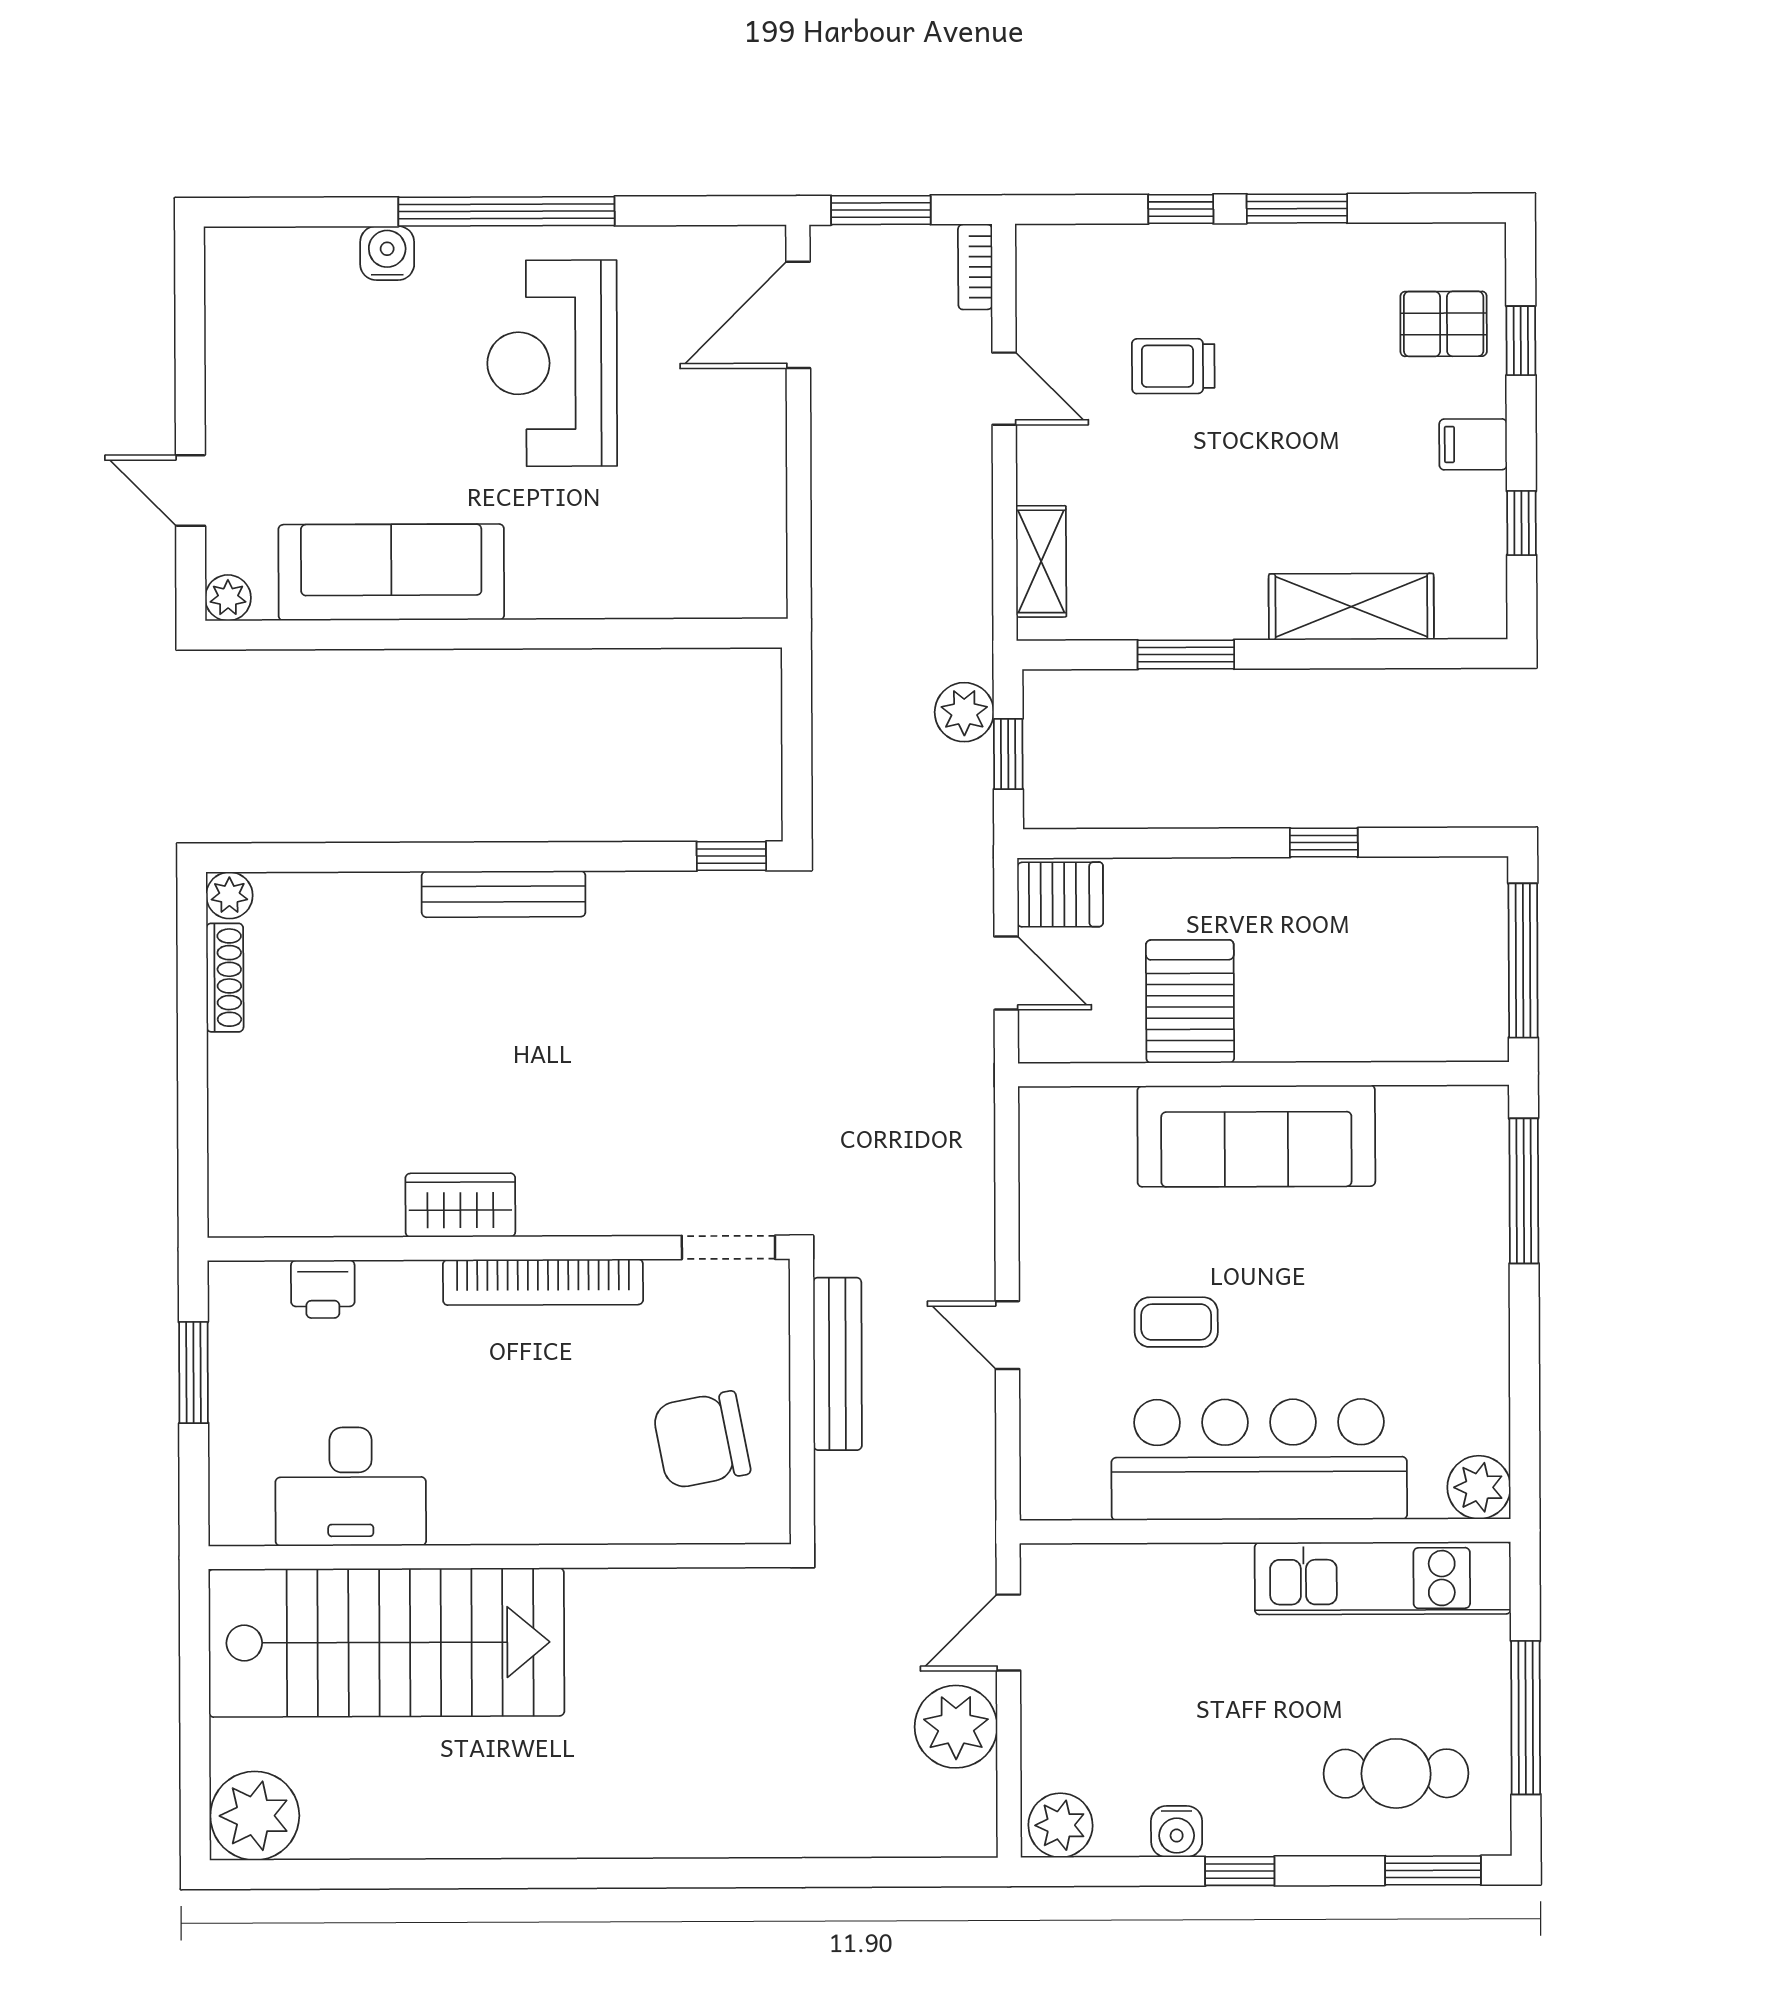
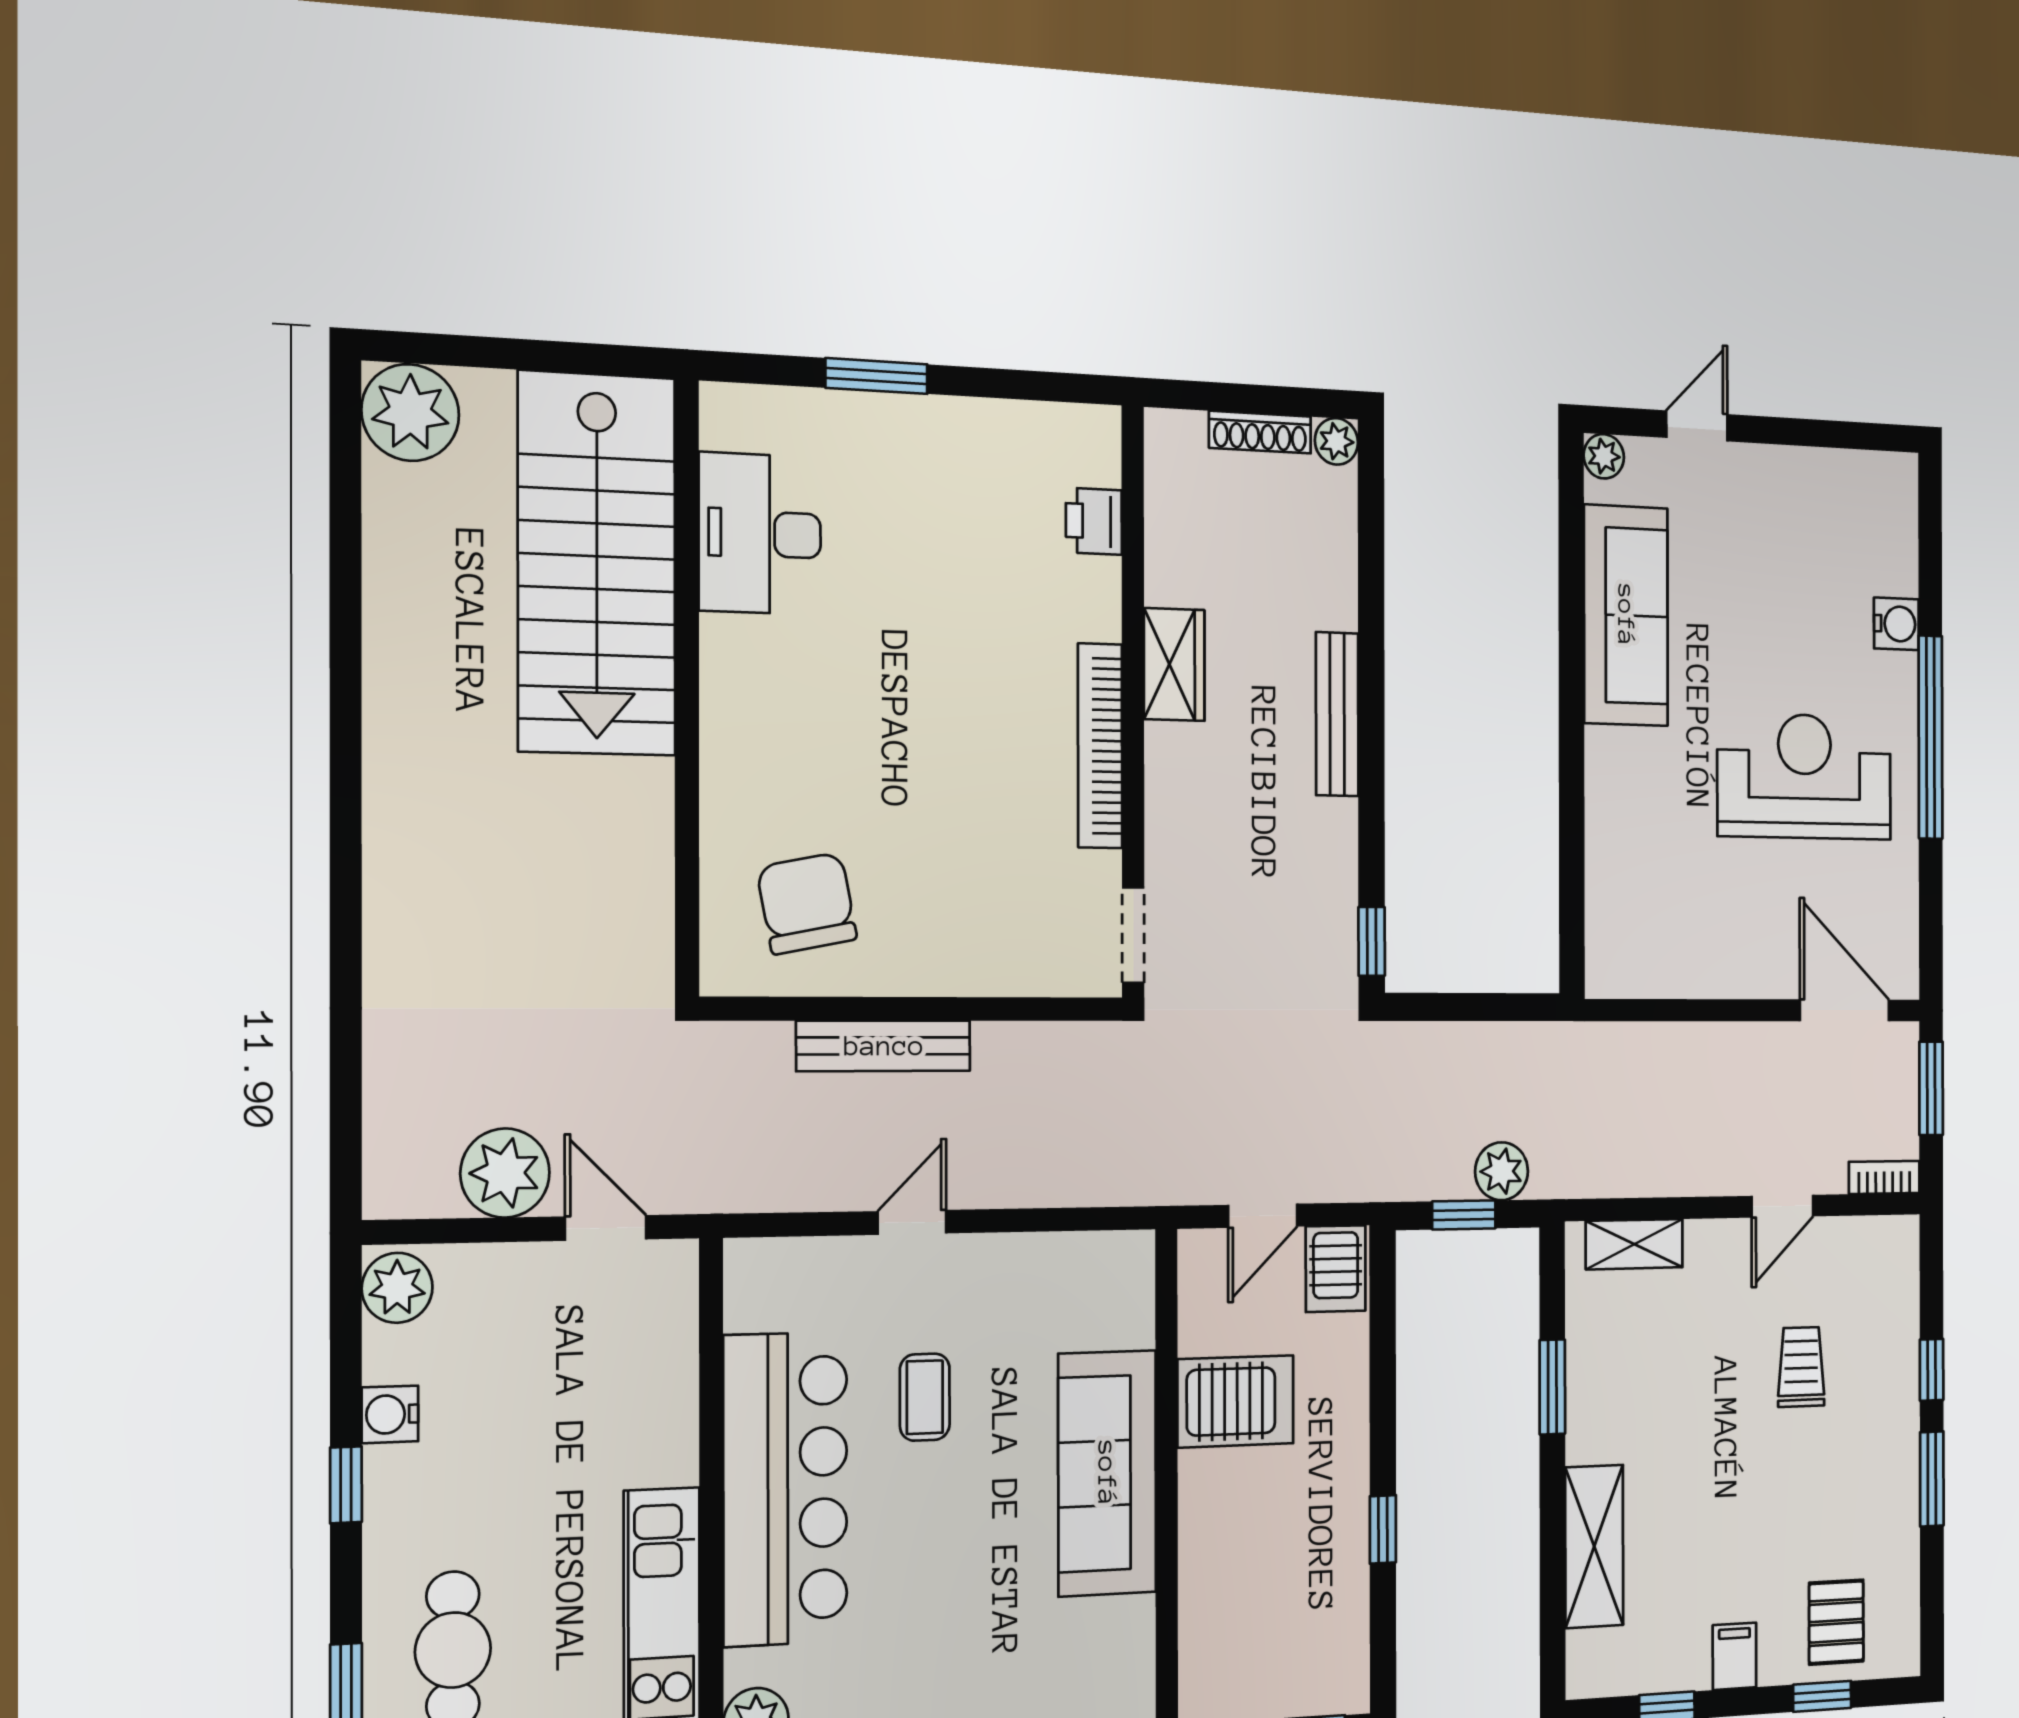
wardrobe: (460, 1205) -> (1174, 664), moved
doorway: (728, 1247) -> (1133, 935), moved
wall: (499, 1248) -> (1133, 702), moved
bookcase: (543, 1282) -> (1100, 746), moved
printer: (323, 1289) -> (1094, 521), moved

